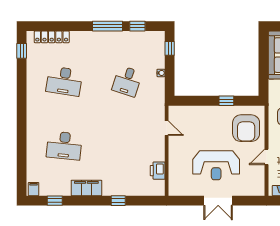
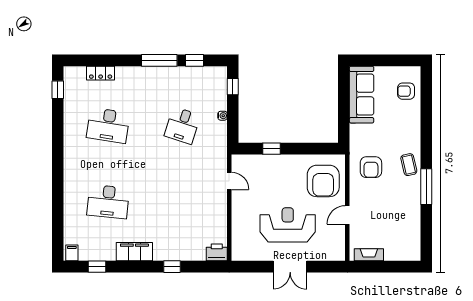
locker: (52, 37) -> (101, 73), width x0.66
window: (226, 101) -> (271, 149), moved
reception desk: (216, 165) -> (288, 225), turned 180
printer: (158, 171) -> (217, 252), moved, turned 90

